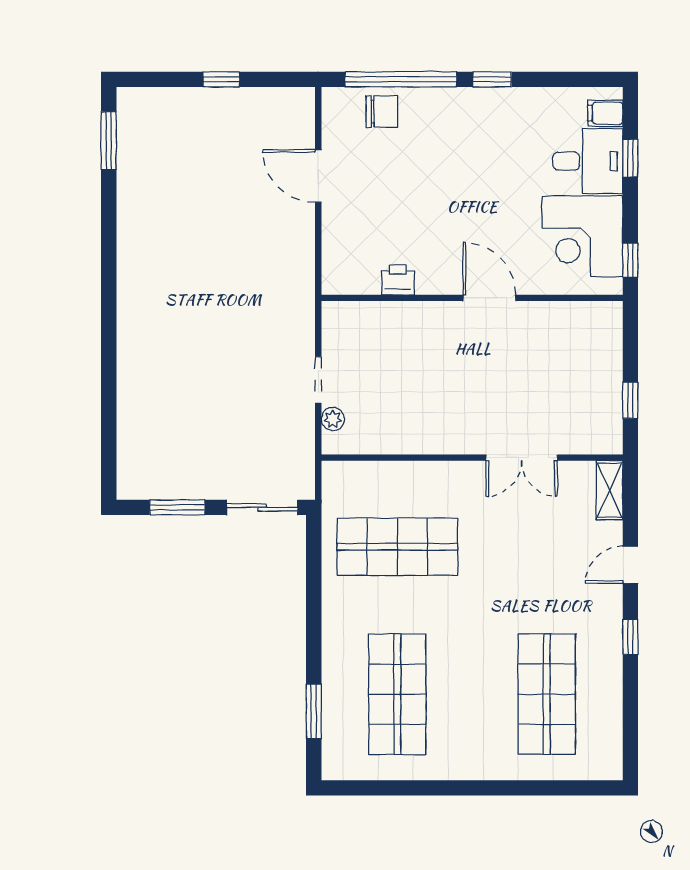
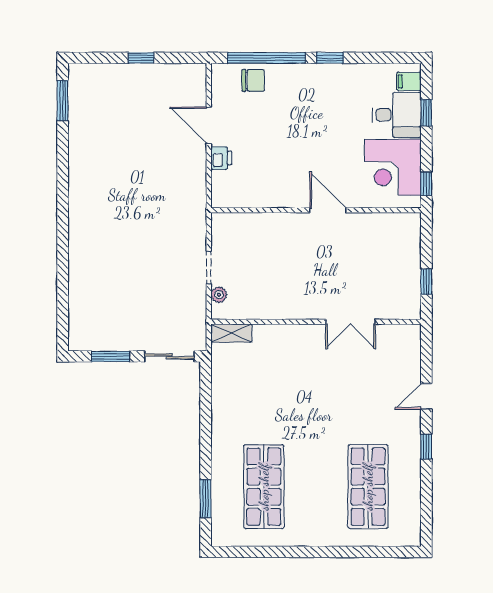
printer: (398, 280) -> (221, 158), moved, turned 90
shelving: (609, 490) -> (231, 333), moved, turned 90
shop shelf: (397, 547) -> (264, 384), removed

